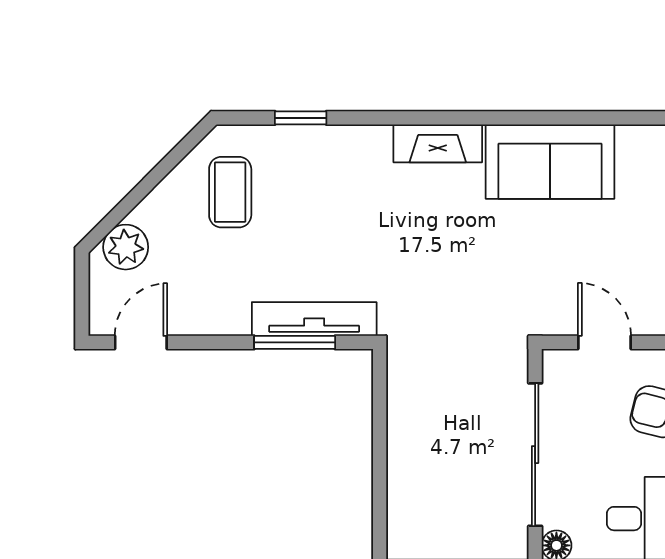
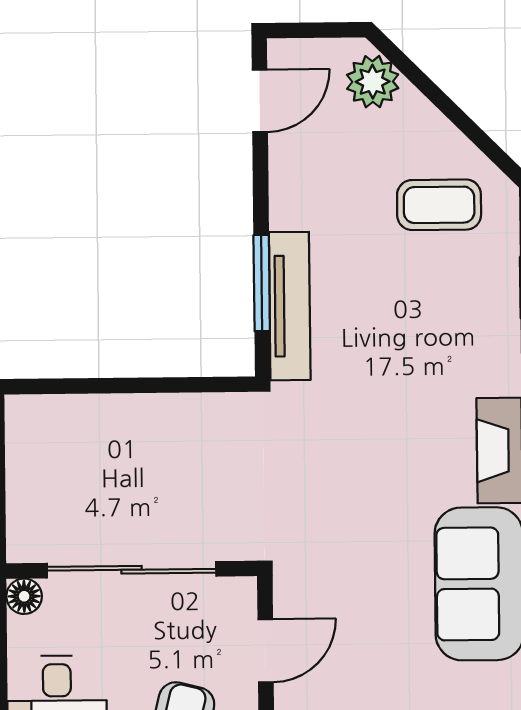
door: (141, 342) -> (260, 101), hinge flipped

